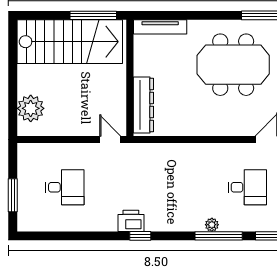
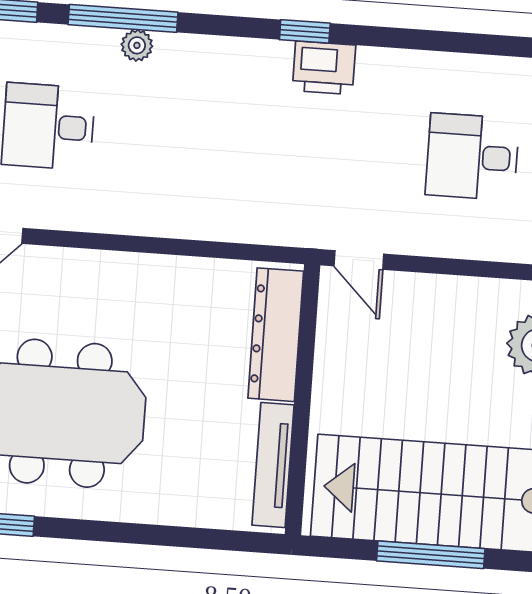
window: (93, 15) -> (431, 555), moved
tv unit: (160, 27) -> (273, 465), moved, turned -90

